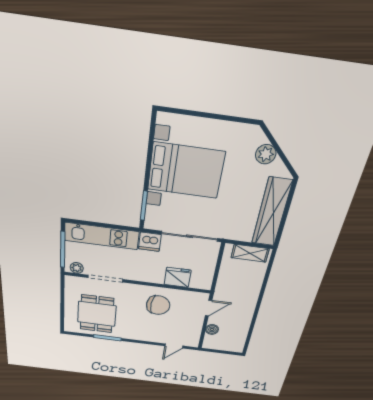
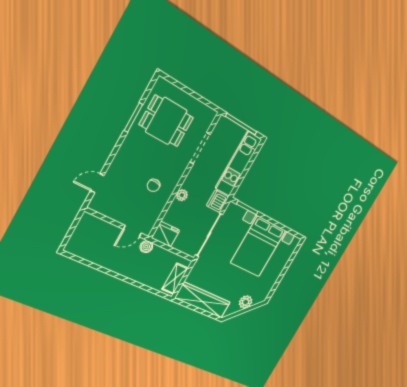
plant: (77, 268) -> (182, 195), moved
fridge: (178, 277) -> (166, 234), moved, turned -90
chair: (158, 305) -> (154, 185), width x0.54, depth x0.54
door: (209, 308) -> (132, 231), hinge flipped
boiler: (212, 329) -> (146, 247), moved
door: (174, 346) -> (97, 183), hinge flipped

